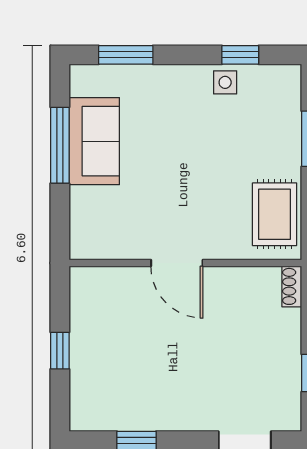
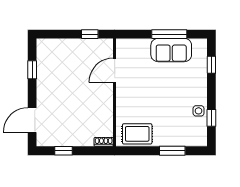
window: (126, 55) -> (211, 65), width x0.67
door: (177, 263) -> (115, 70), moved
window: (60, 351) -> (90, 34), moved

